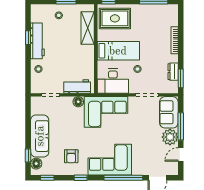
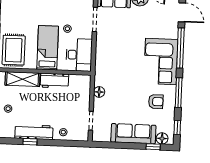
workbench: (77, 86) -> (54, 81), moved, turned -90
corner sofa: (106, 112) -> (111, 63), removed
window: (81, 178) -> (179, 93), width x2.17

